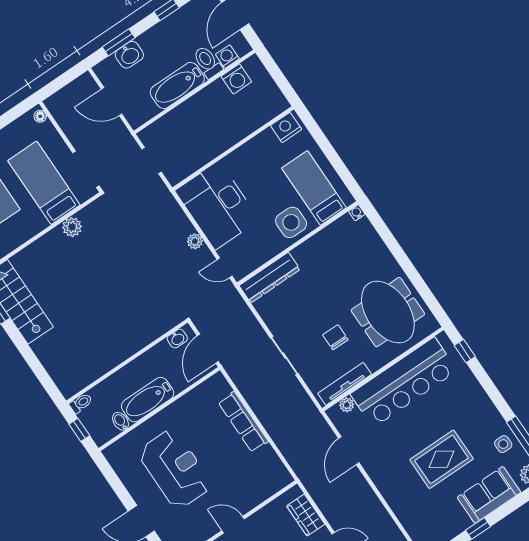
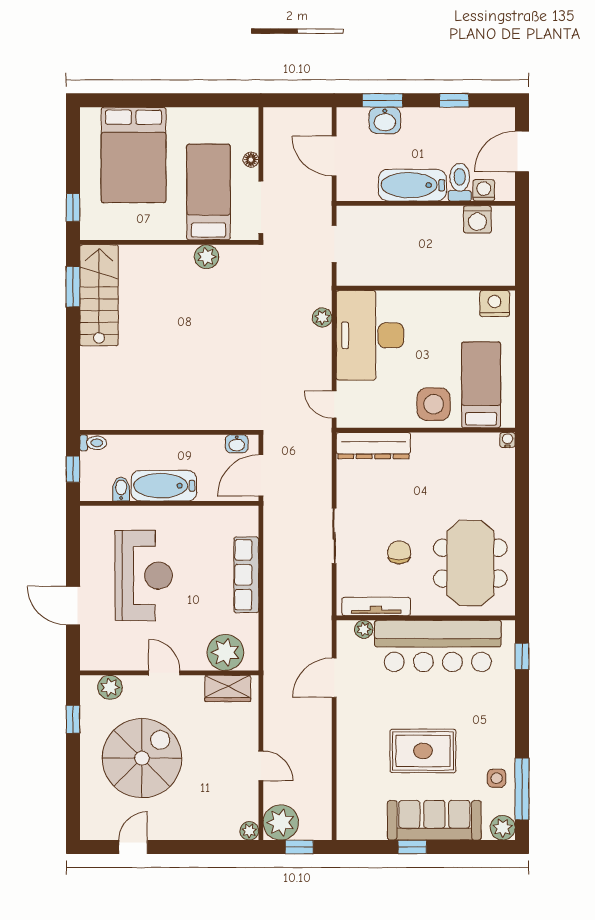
floor lamp: (40, 116) -> (251, 160), moved
plant: (195, 241) -> (322, 317), moved
plant: (265, 483) -> (225, 652), added
sofa: (489, 495) -> (434, 820), width x1.36
wardrobe: (306, 515) -> (228, 688), moved, turned -90

